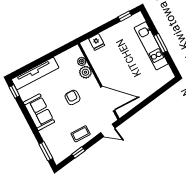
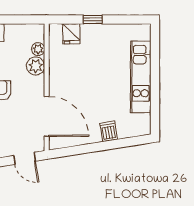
window: (125, 16) -> (93, 19), moved
window: (161, 43) -> (155, 80), removed
dishwasher: (149, 88) -> (109, 131), added

